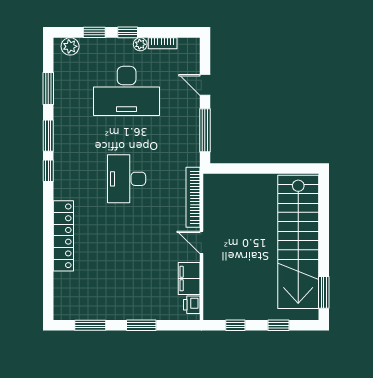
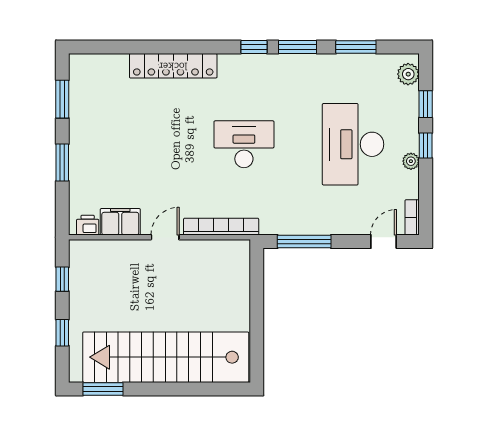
bookcase: (163, 43) -> (412, 217), moved
door: (205, 85) -> (384, 241), moved

